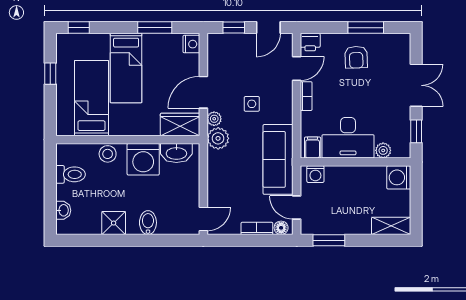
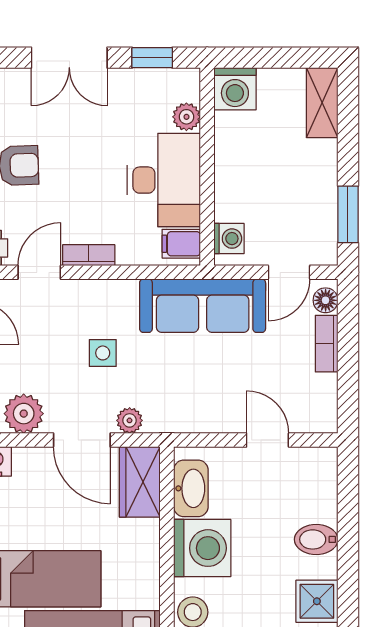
door: (297, 69) -> (39, 272), hinge flipped
double door: (416, 85) -> (69, 58), swing flipped
plant: (218, 138) -> (24, 414), moved
door: (203, 219) -> (267, 440), moved

